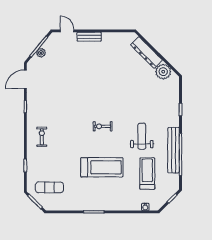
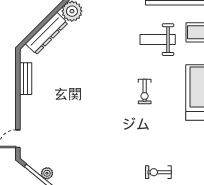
bench: (89, 37) -> (26, 79), moved

